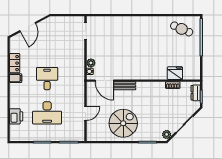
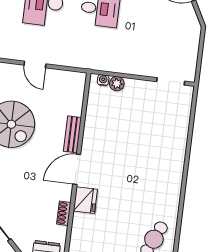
fridge: (175, 73) -> (85, 200), moved
door: (104, 81) -> (77, 169), moved

